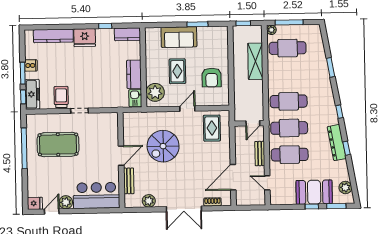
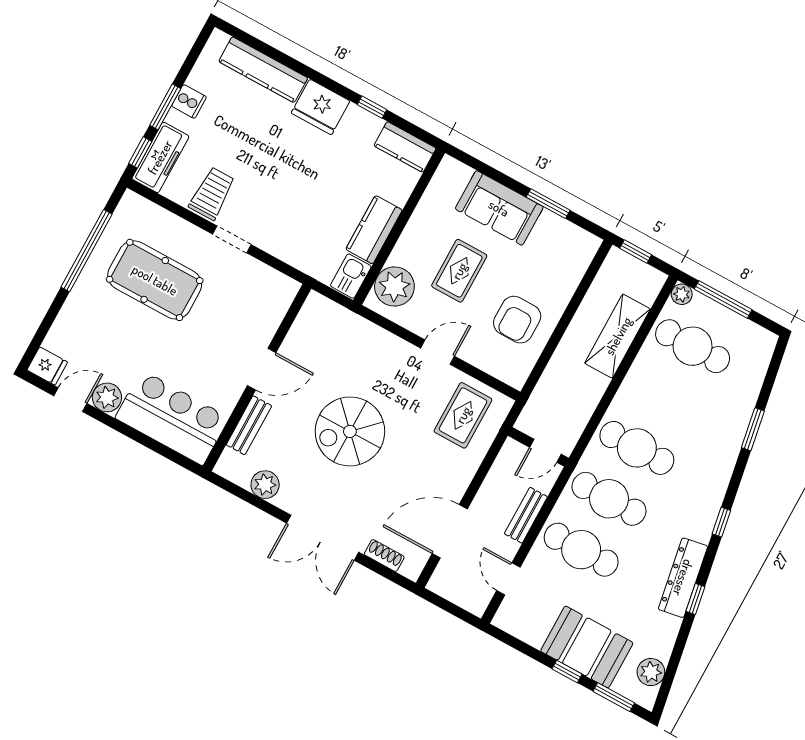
spiral stairs: (163, 146) -> (350, 431), moved

